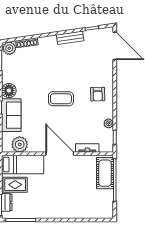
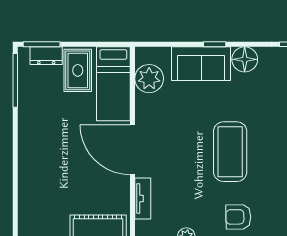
coffee table: (61, 99) -> (230, 152), width x1.36, depth x1.32
door: (60, 154) -> (132, 150), swing flipped

